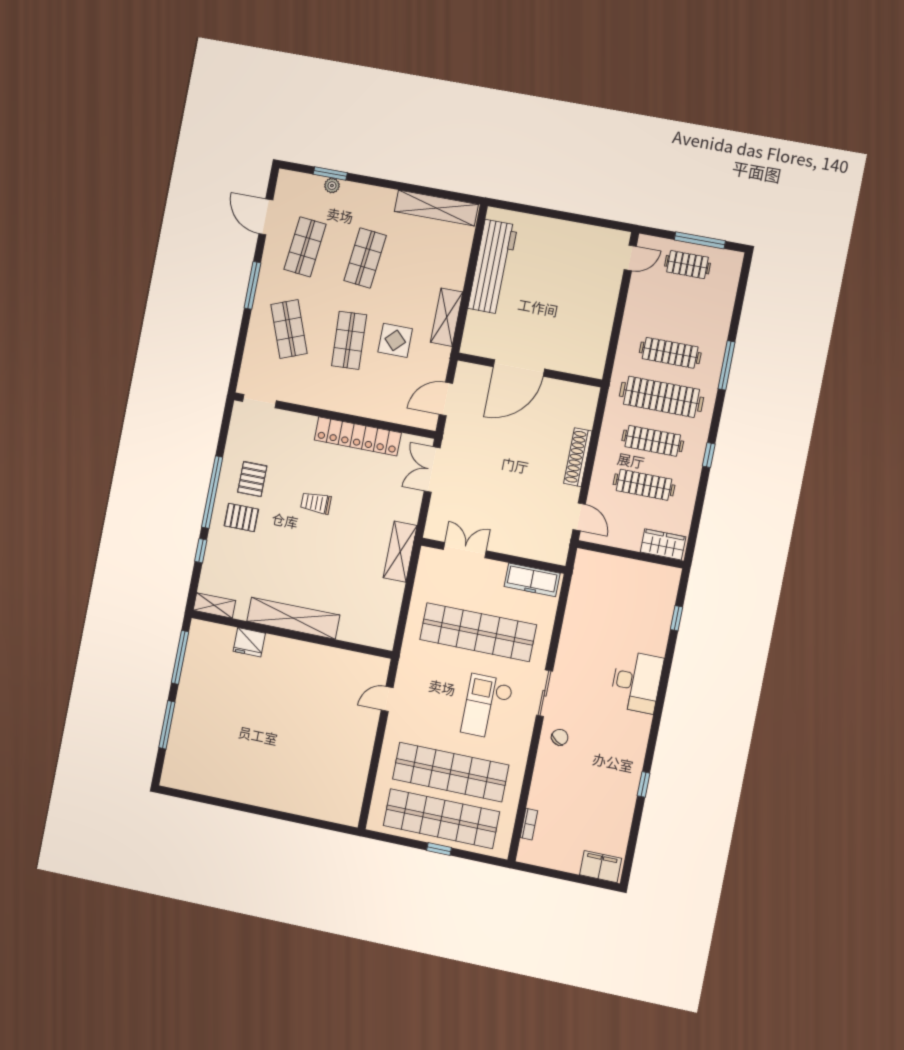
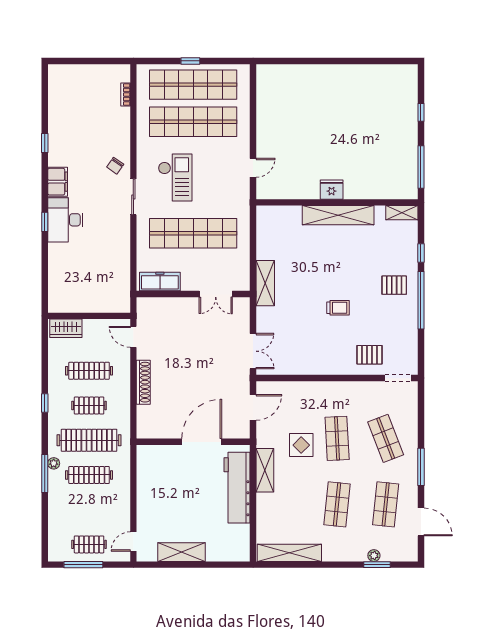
shelving: (572, 234) -> (182, 552), added
workbench: (493, 267) -> (237, 488), moved
plant: (712, 376) -> (54, 463), added
locker: (358, 436) -> (316, 366), removed
clothes rail: (653, 441) -> (89, 406), width x0.73
pallet: (252, 479) -> (370, 355), moved, turned 90
window: (676, 618) -> (45, 222), moved
fridge: (249, 642) -> (332, 190), moved
window: (167, 725) -> (421, 112), width x0.46
filing cabinet: (601, 867) -> (58, 182), moved, turned -90

